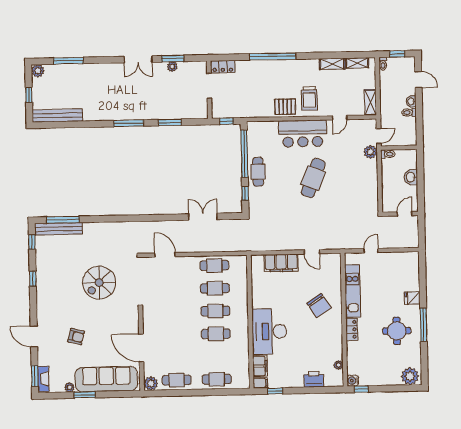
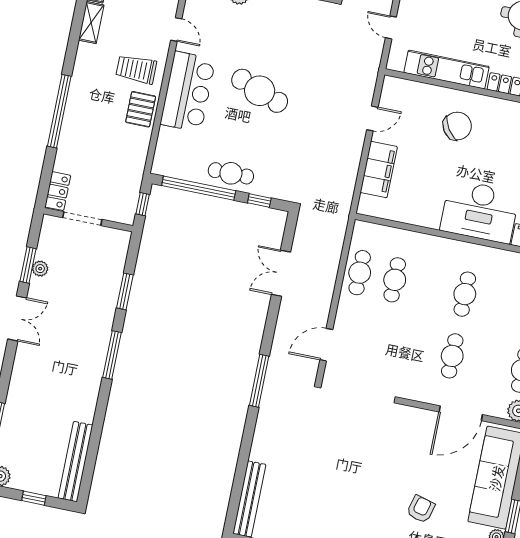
trolley: (309, 98) -> (136, 69), turned 180
window: (63, 220) -> (259, 381), moved
spiral stairs: (99, 283) -> (346, 455), removed
cafe table: (215, 311) -> (452, 356), moved

